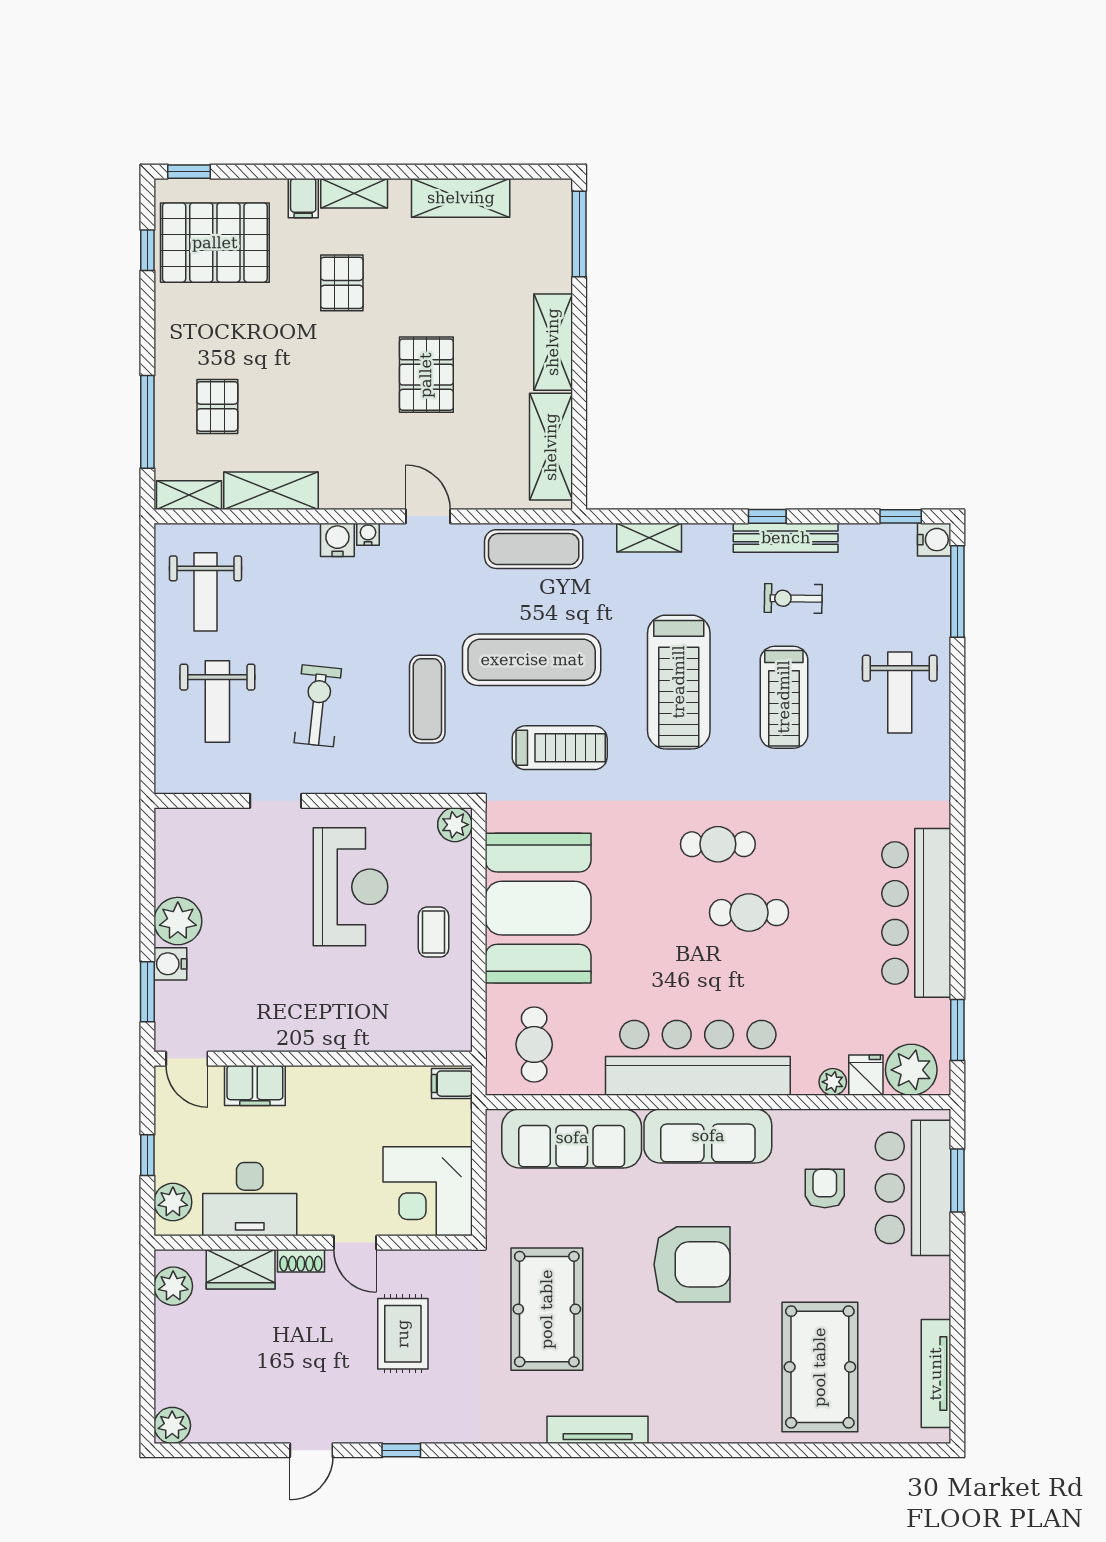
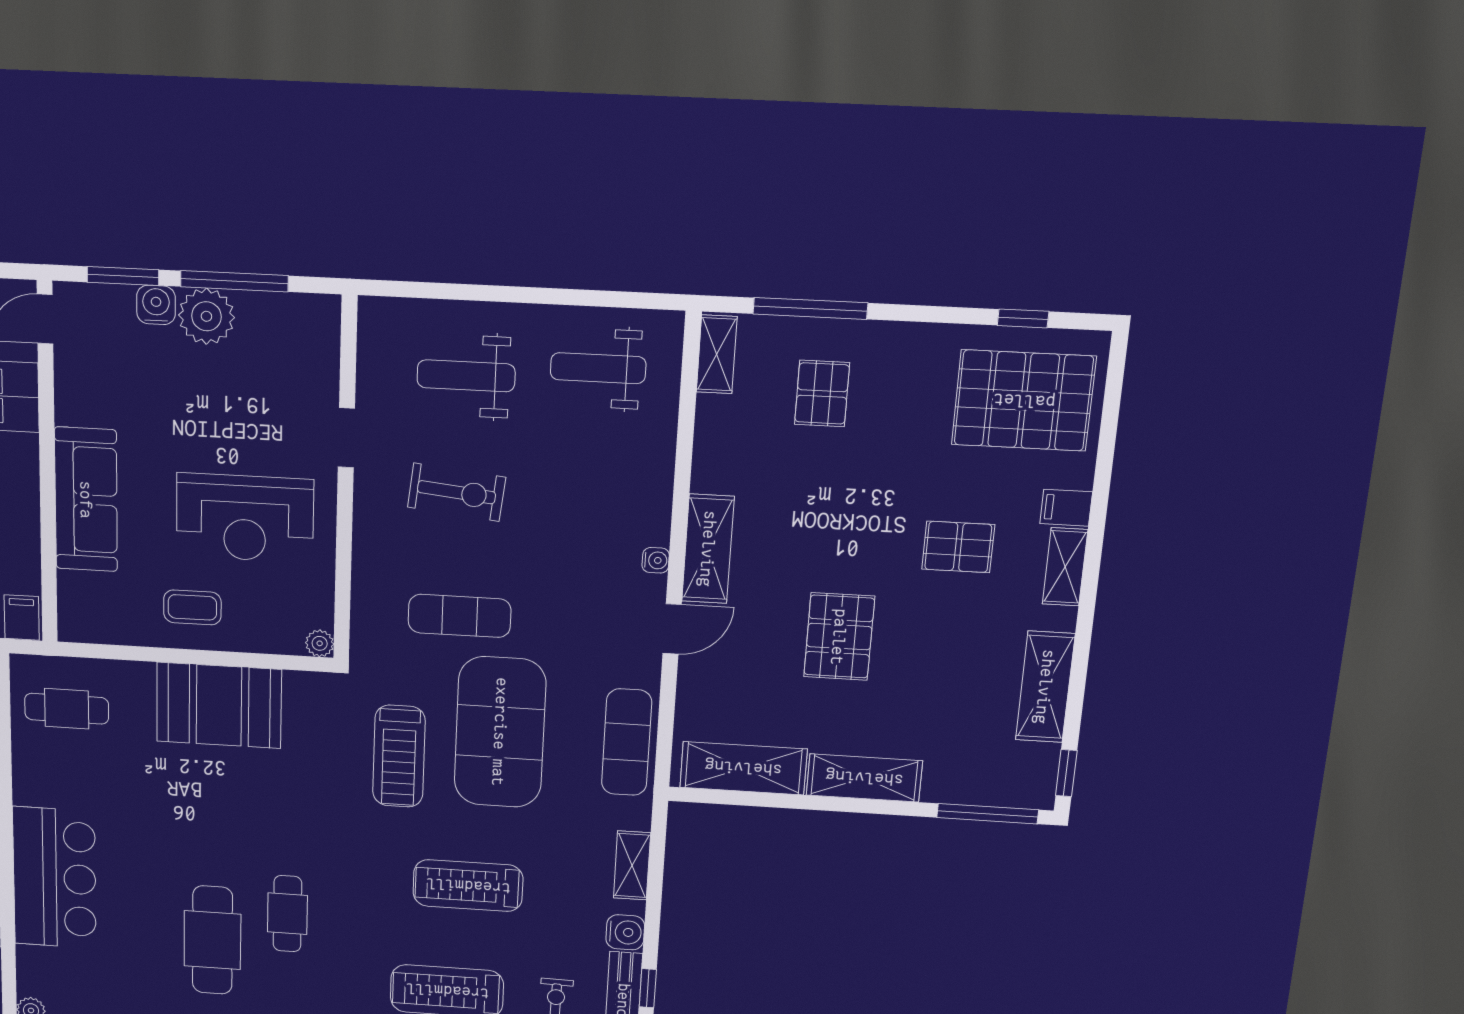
window: (189, 172) -> (1066, 773), moved
pallet: (215, 243) -> (1024, 401), turned 90
pallet: (426, 375) -> (839, 637), turned 90
pallet: (217, 406) -> (822, 393), turned 90
shelving: (271, 491) -> (708, 549), moved
water cooler: (337, 540) -> (625, 932), moved
exercise mat: (532, 660) -> (500, 732), width x1.47
treadmill: (679, 682) -> (468, 886), width x0.73, depth x0.73
plant: (455, 825) -> (320, 643), width x0.73, depth x0.73
window: (147, 898) -> (234, 281), added
booth: (538, 908) -> (219, 705), width x0.73, depth x0.70
cafe table: (749, 913) -> (212, 940), width x1.37, depth x1.35
sofa: (342, 1025) -> (86, 500), added
bar counter: (698, 1058) -> (54, 878), width x0.73

